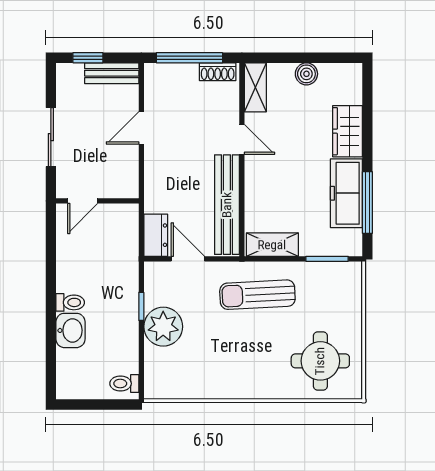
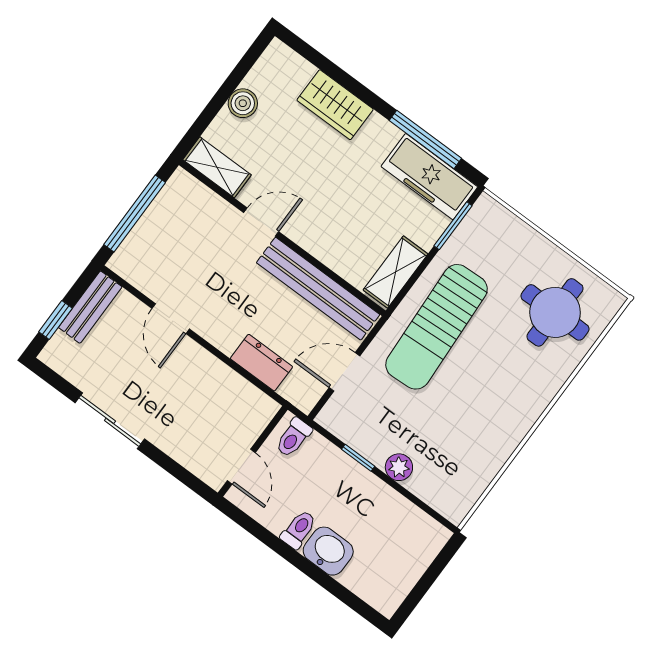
shoe rack: (218, 72) -> (171, 195), removed
freezer: (346, 193) -> (429, 177), moved
door: (83, 201) -> (241, 467), moved
wall: (97, 201) -> (253, 451), moved
dresser: (156, 235) -> (261, 363), moved
sun lounger: (257, 295) -> (436, 327), width x1.36, depth x1.34
plant: (163, 327) -> (399, 467), width x0.53, depth x0.53
toilet: (124, 384) -> (293, 438), moved

